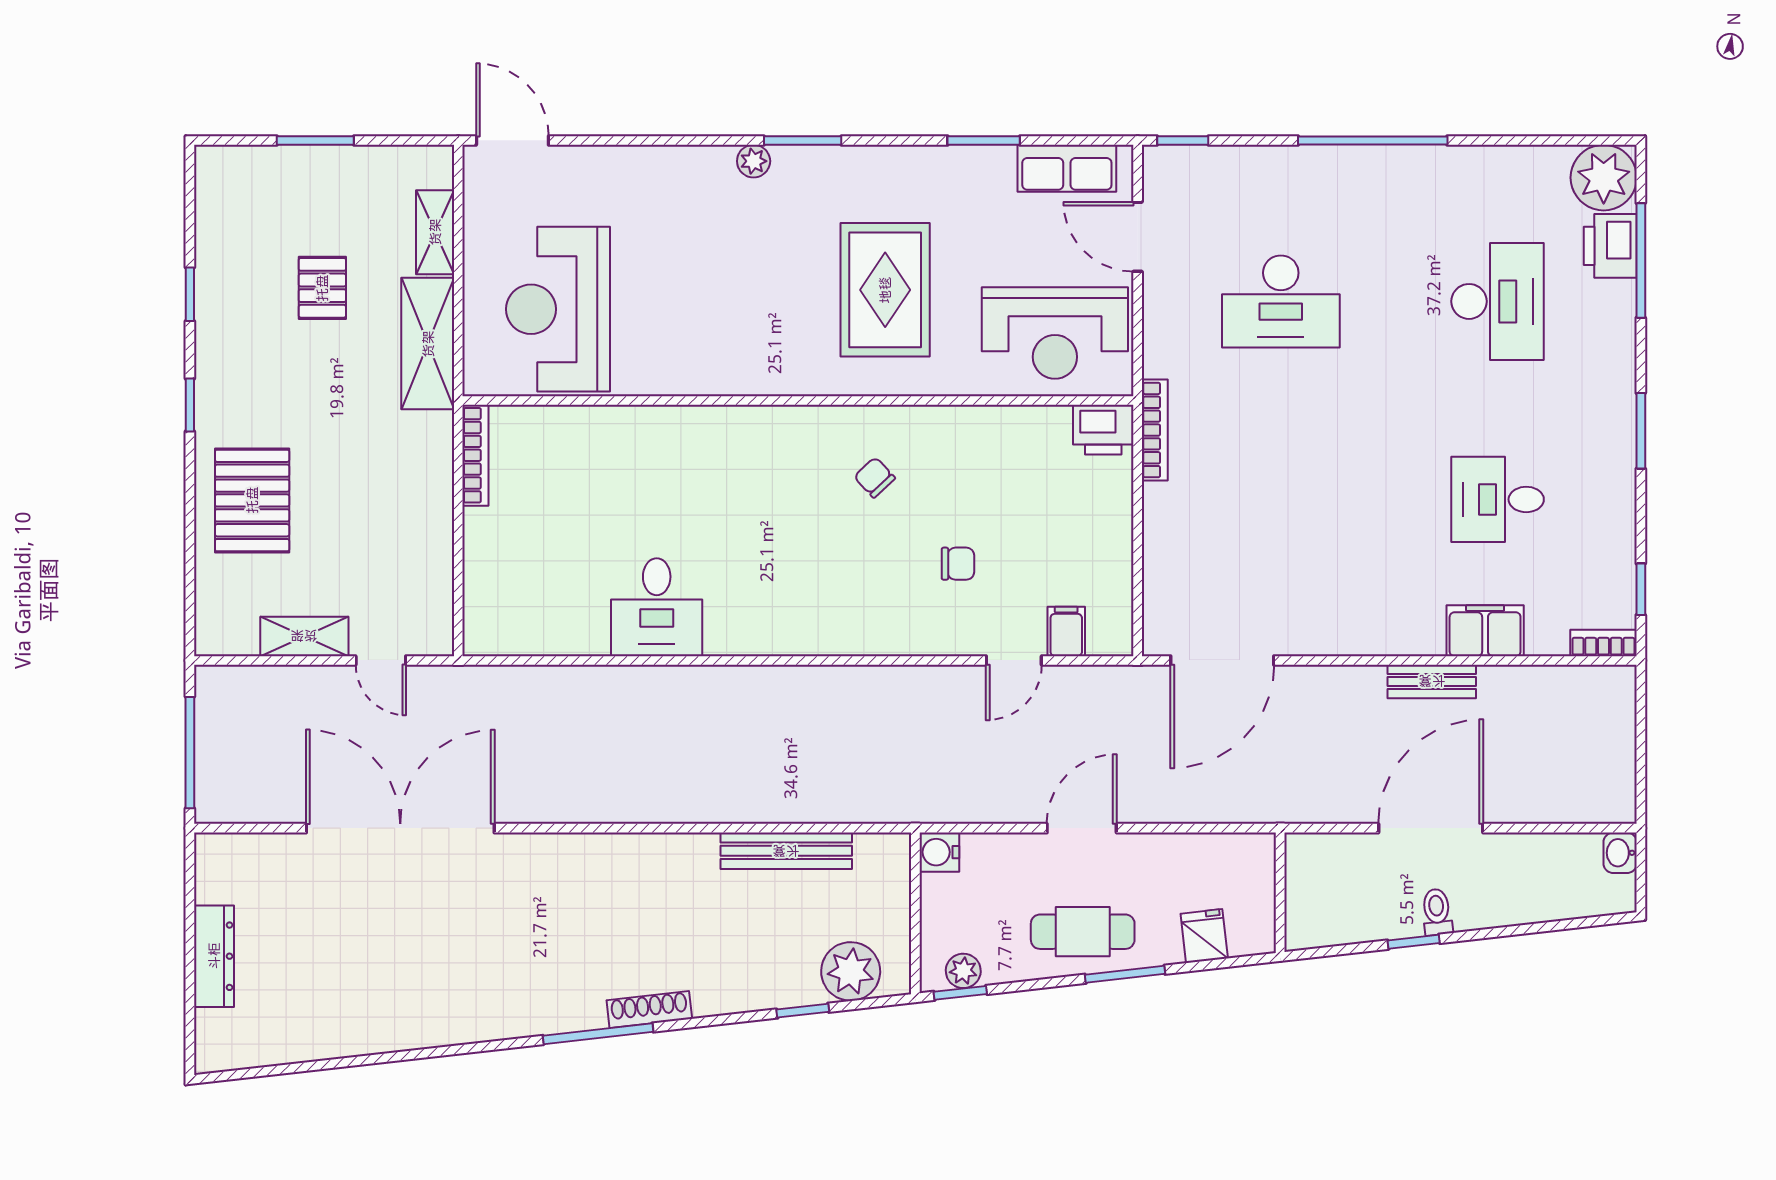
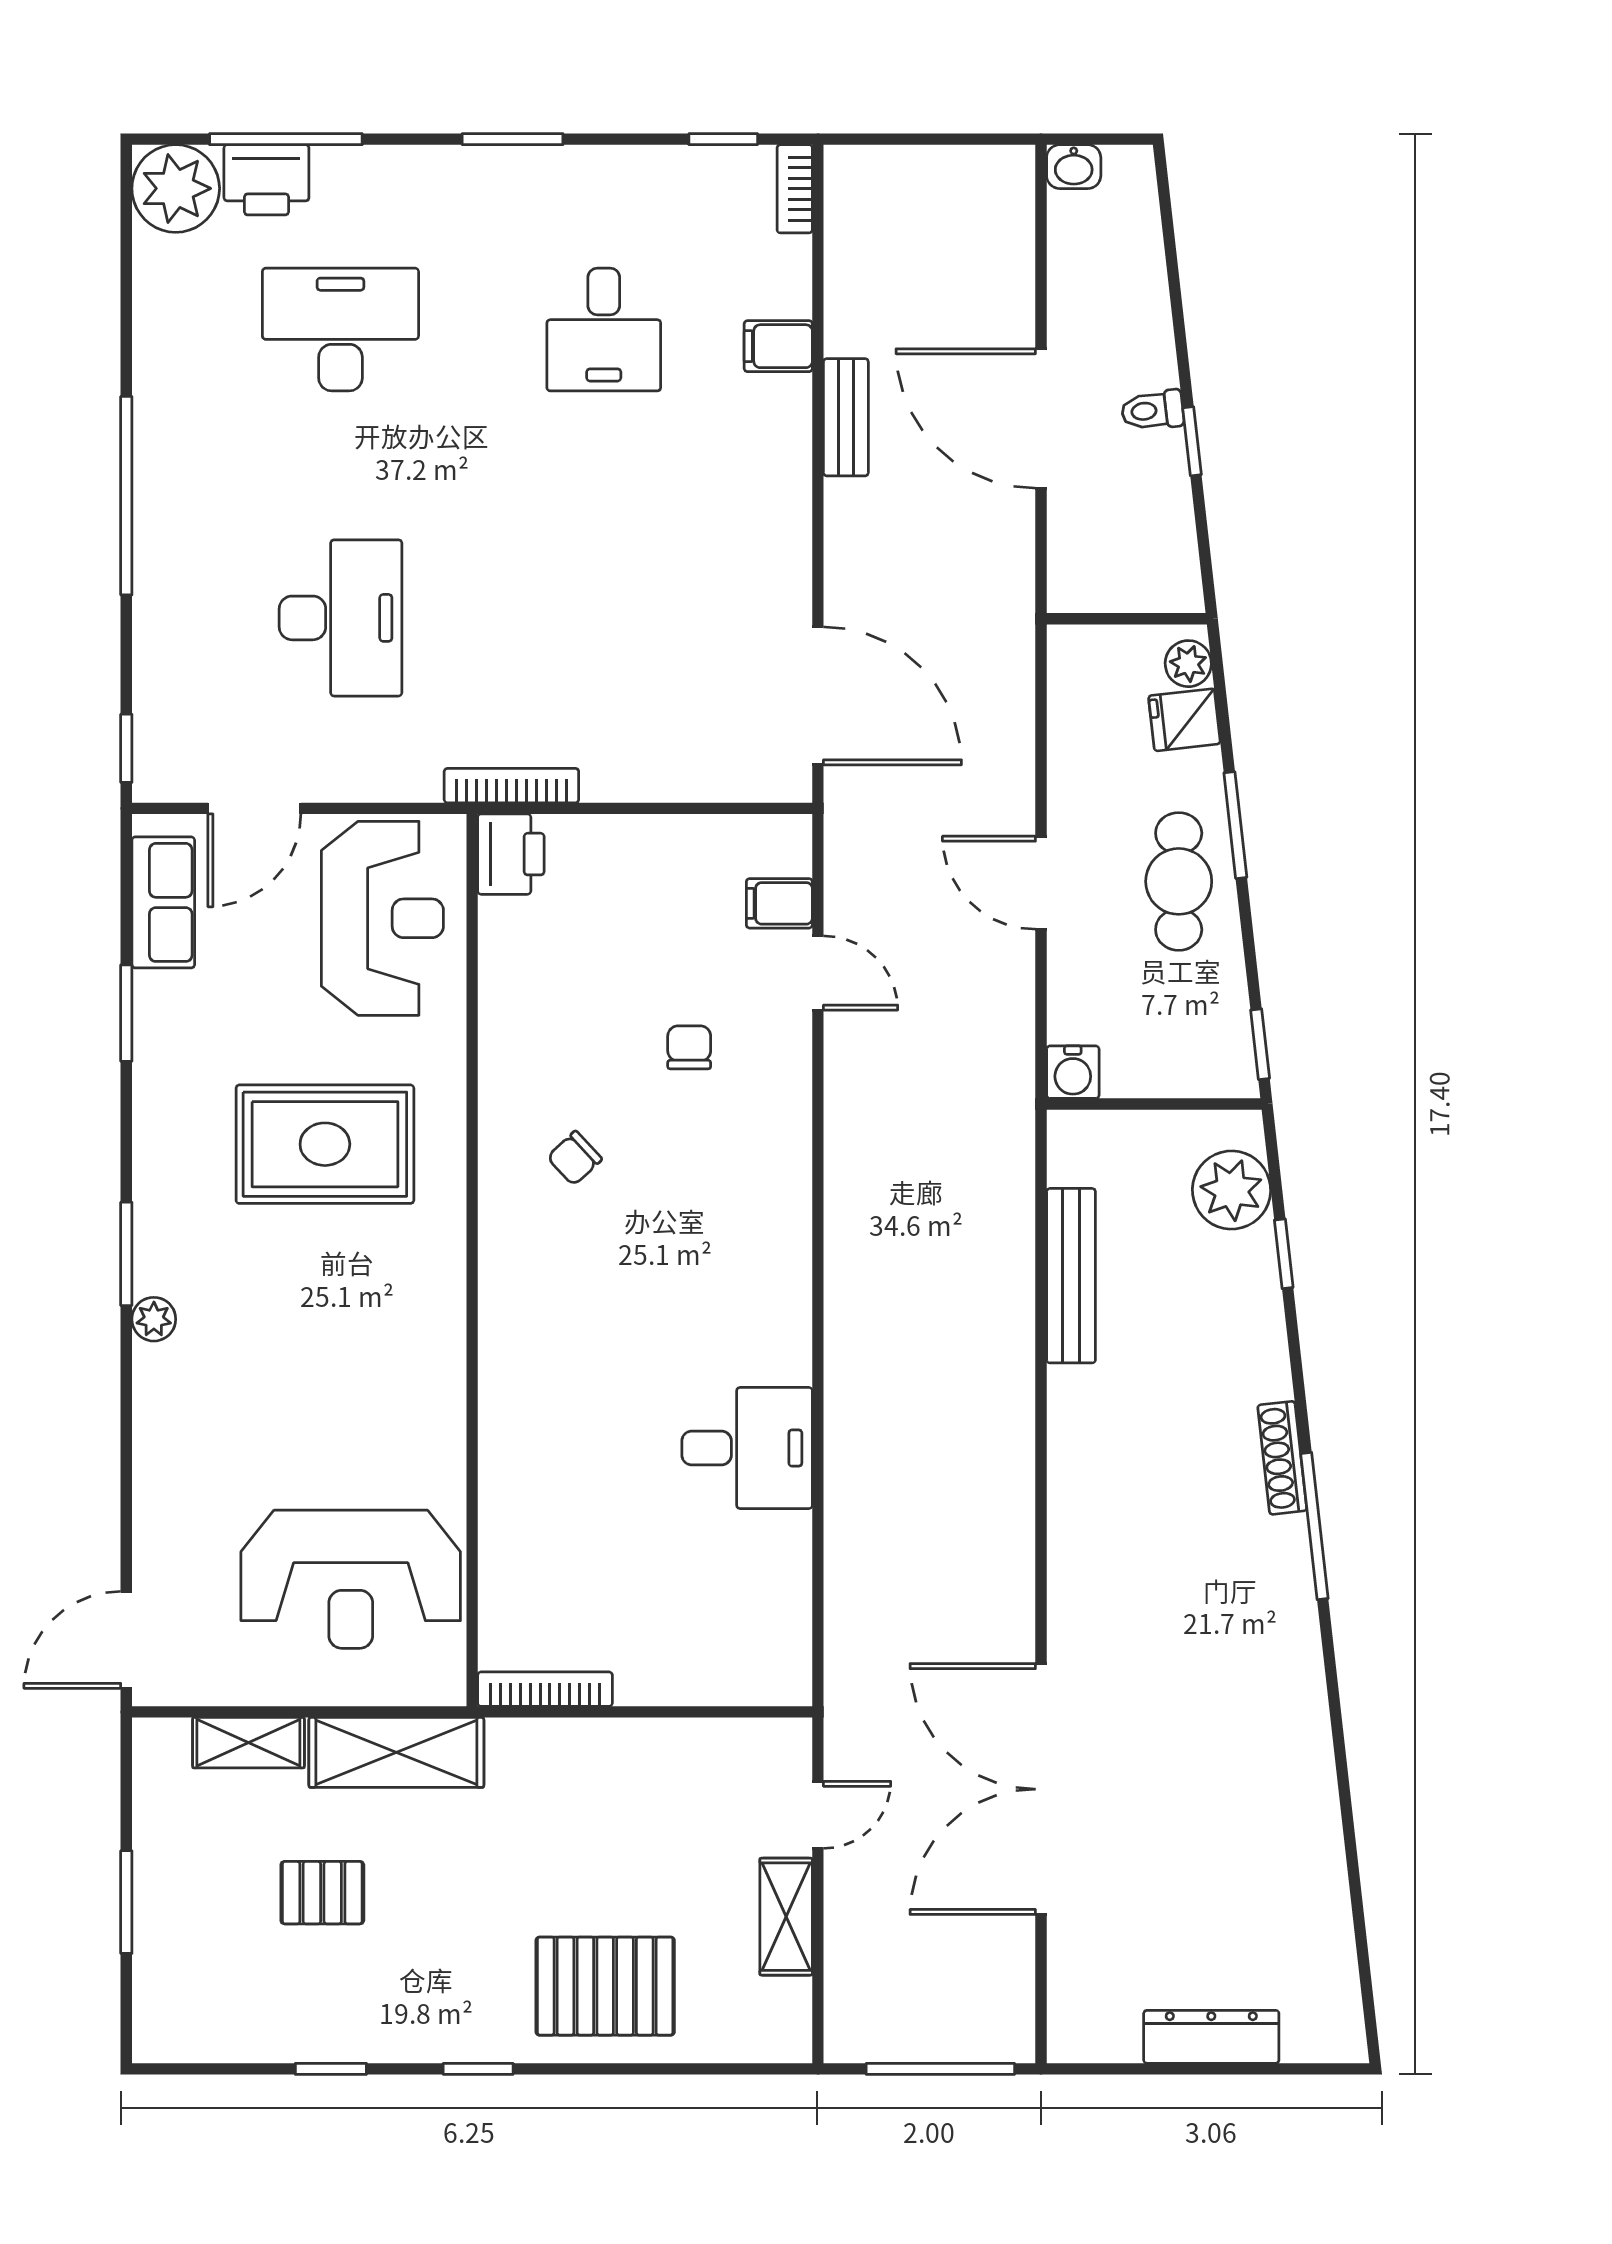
filing cabinet: (1485, 631) -> (778, 346), width x0.50
plant: (963, 971) -> (1188, 664), moved

